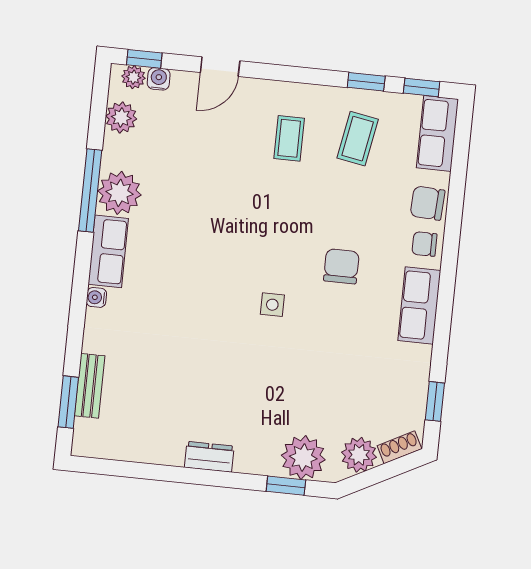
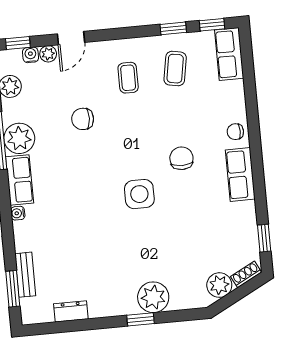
plant: (134, 77) -> (48, 54), moved
chair: (428, 203) -> (83, 119), moved
side table: (272, 305) -> (139, 194), width x1.87, depth x1.87
dresser: (209, 457) -> (71, 311), moved
plant: (303, 457) -> (153, 297), moved
window: (286, 486) -> (140, 319), moved

